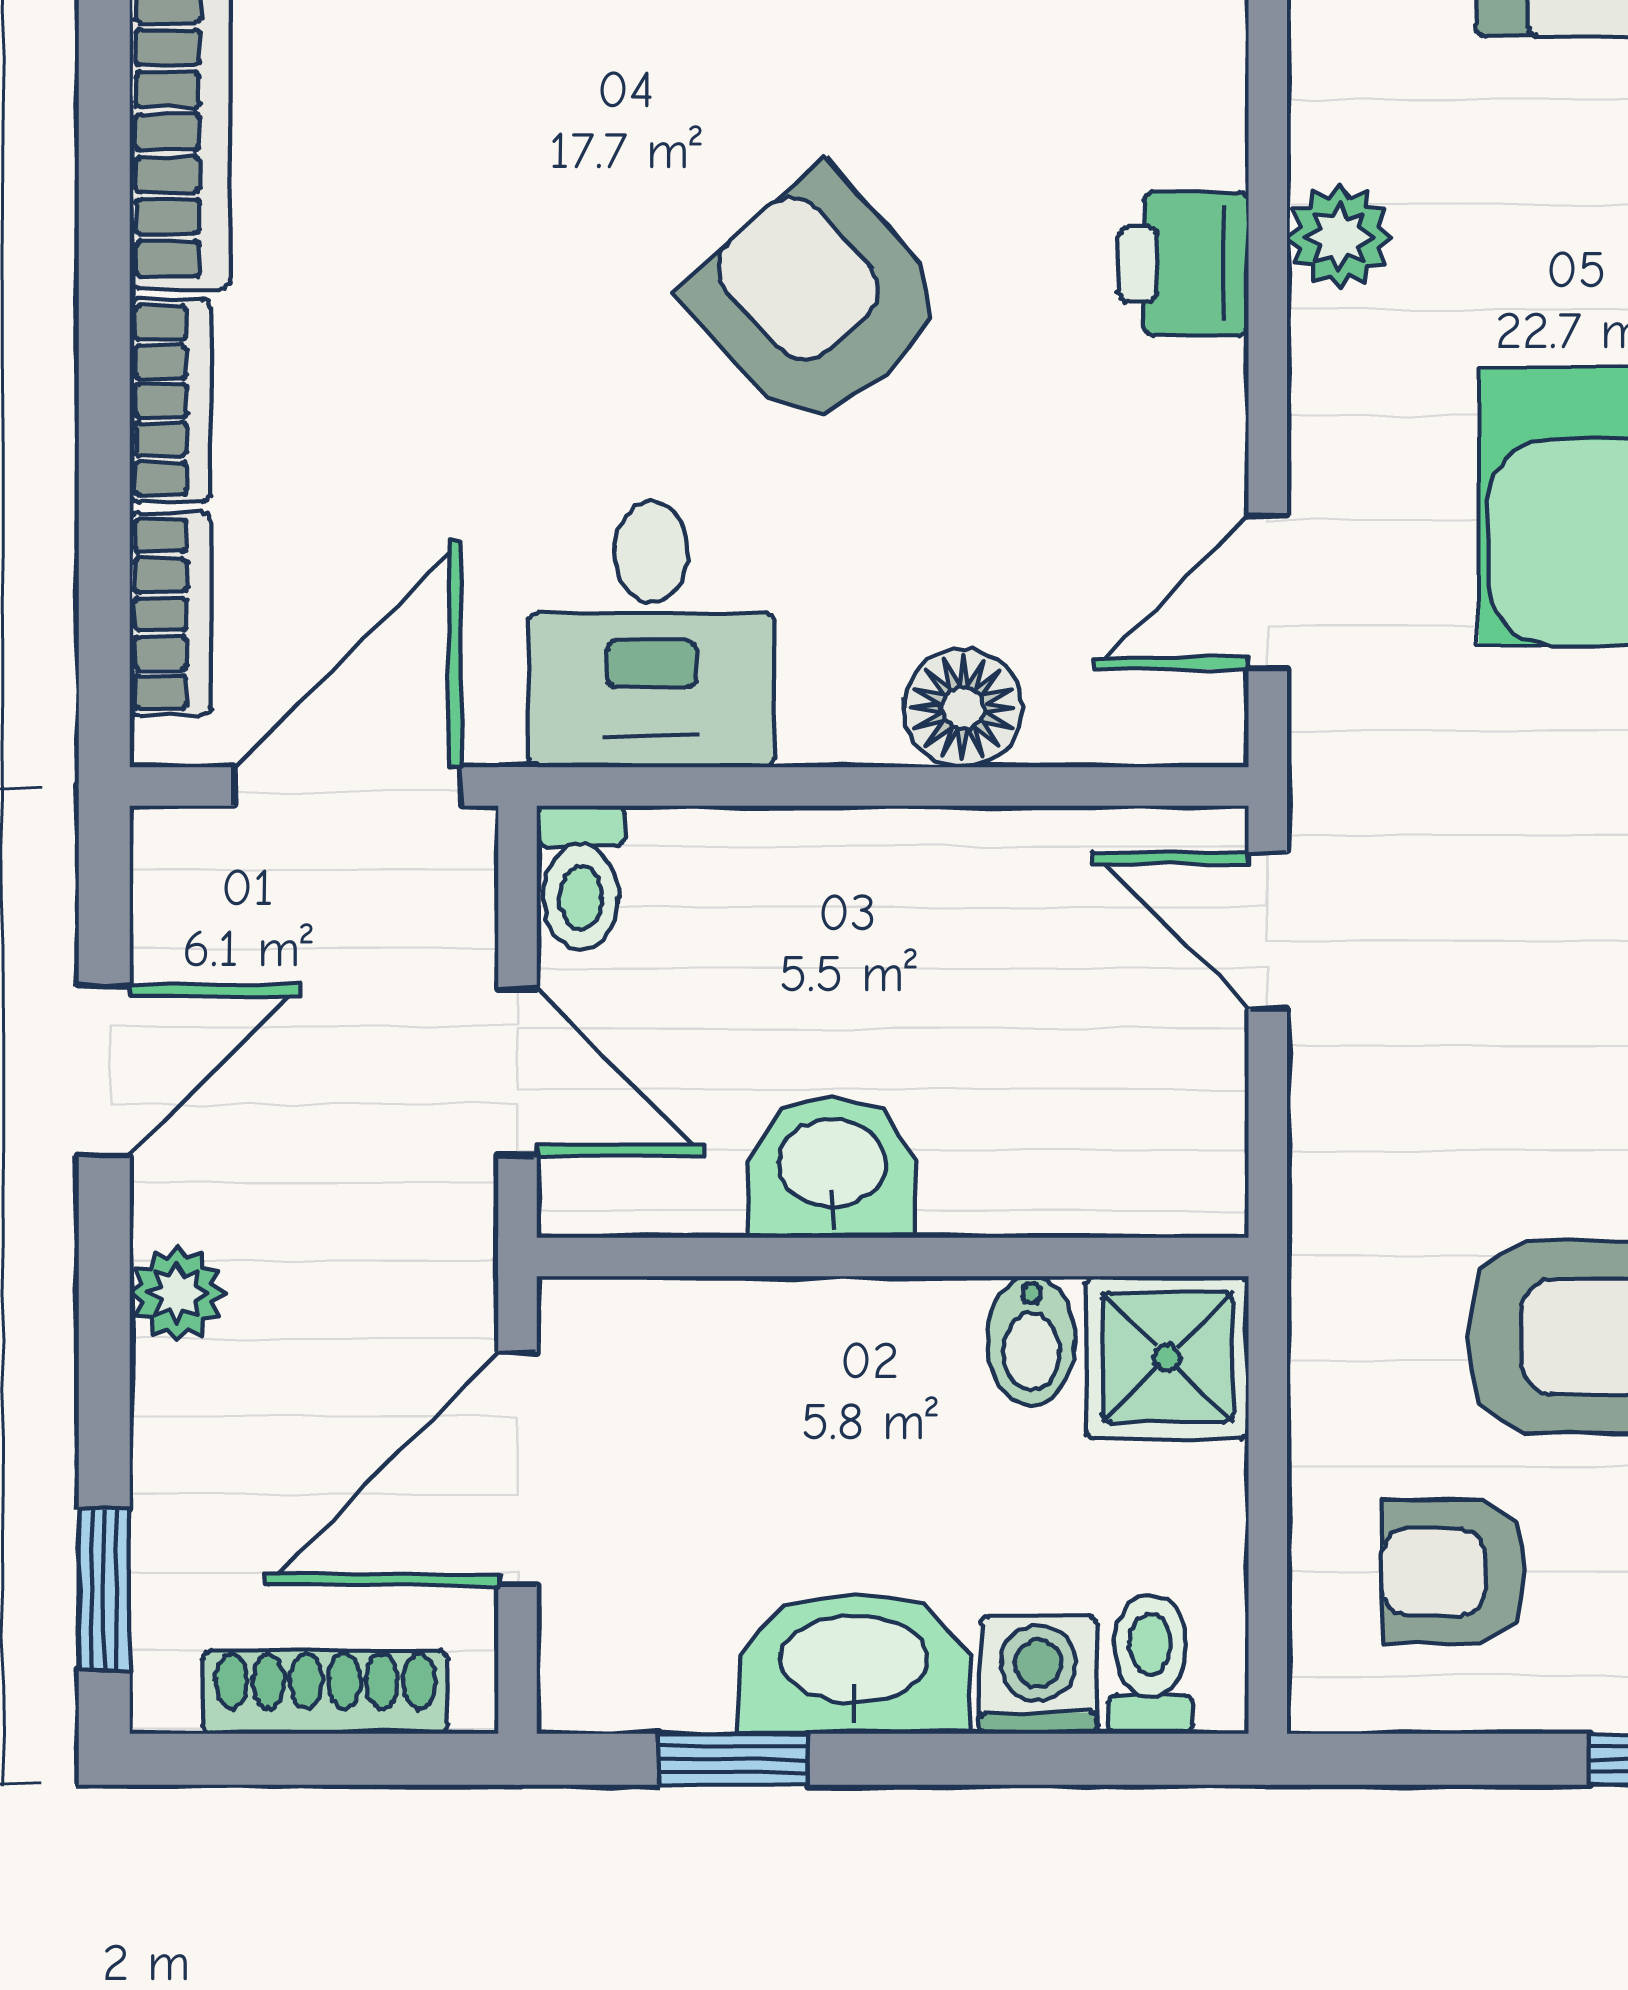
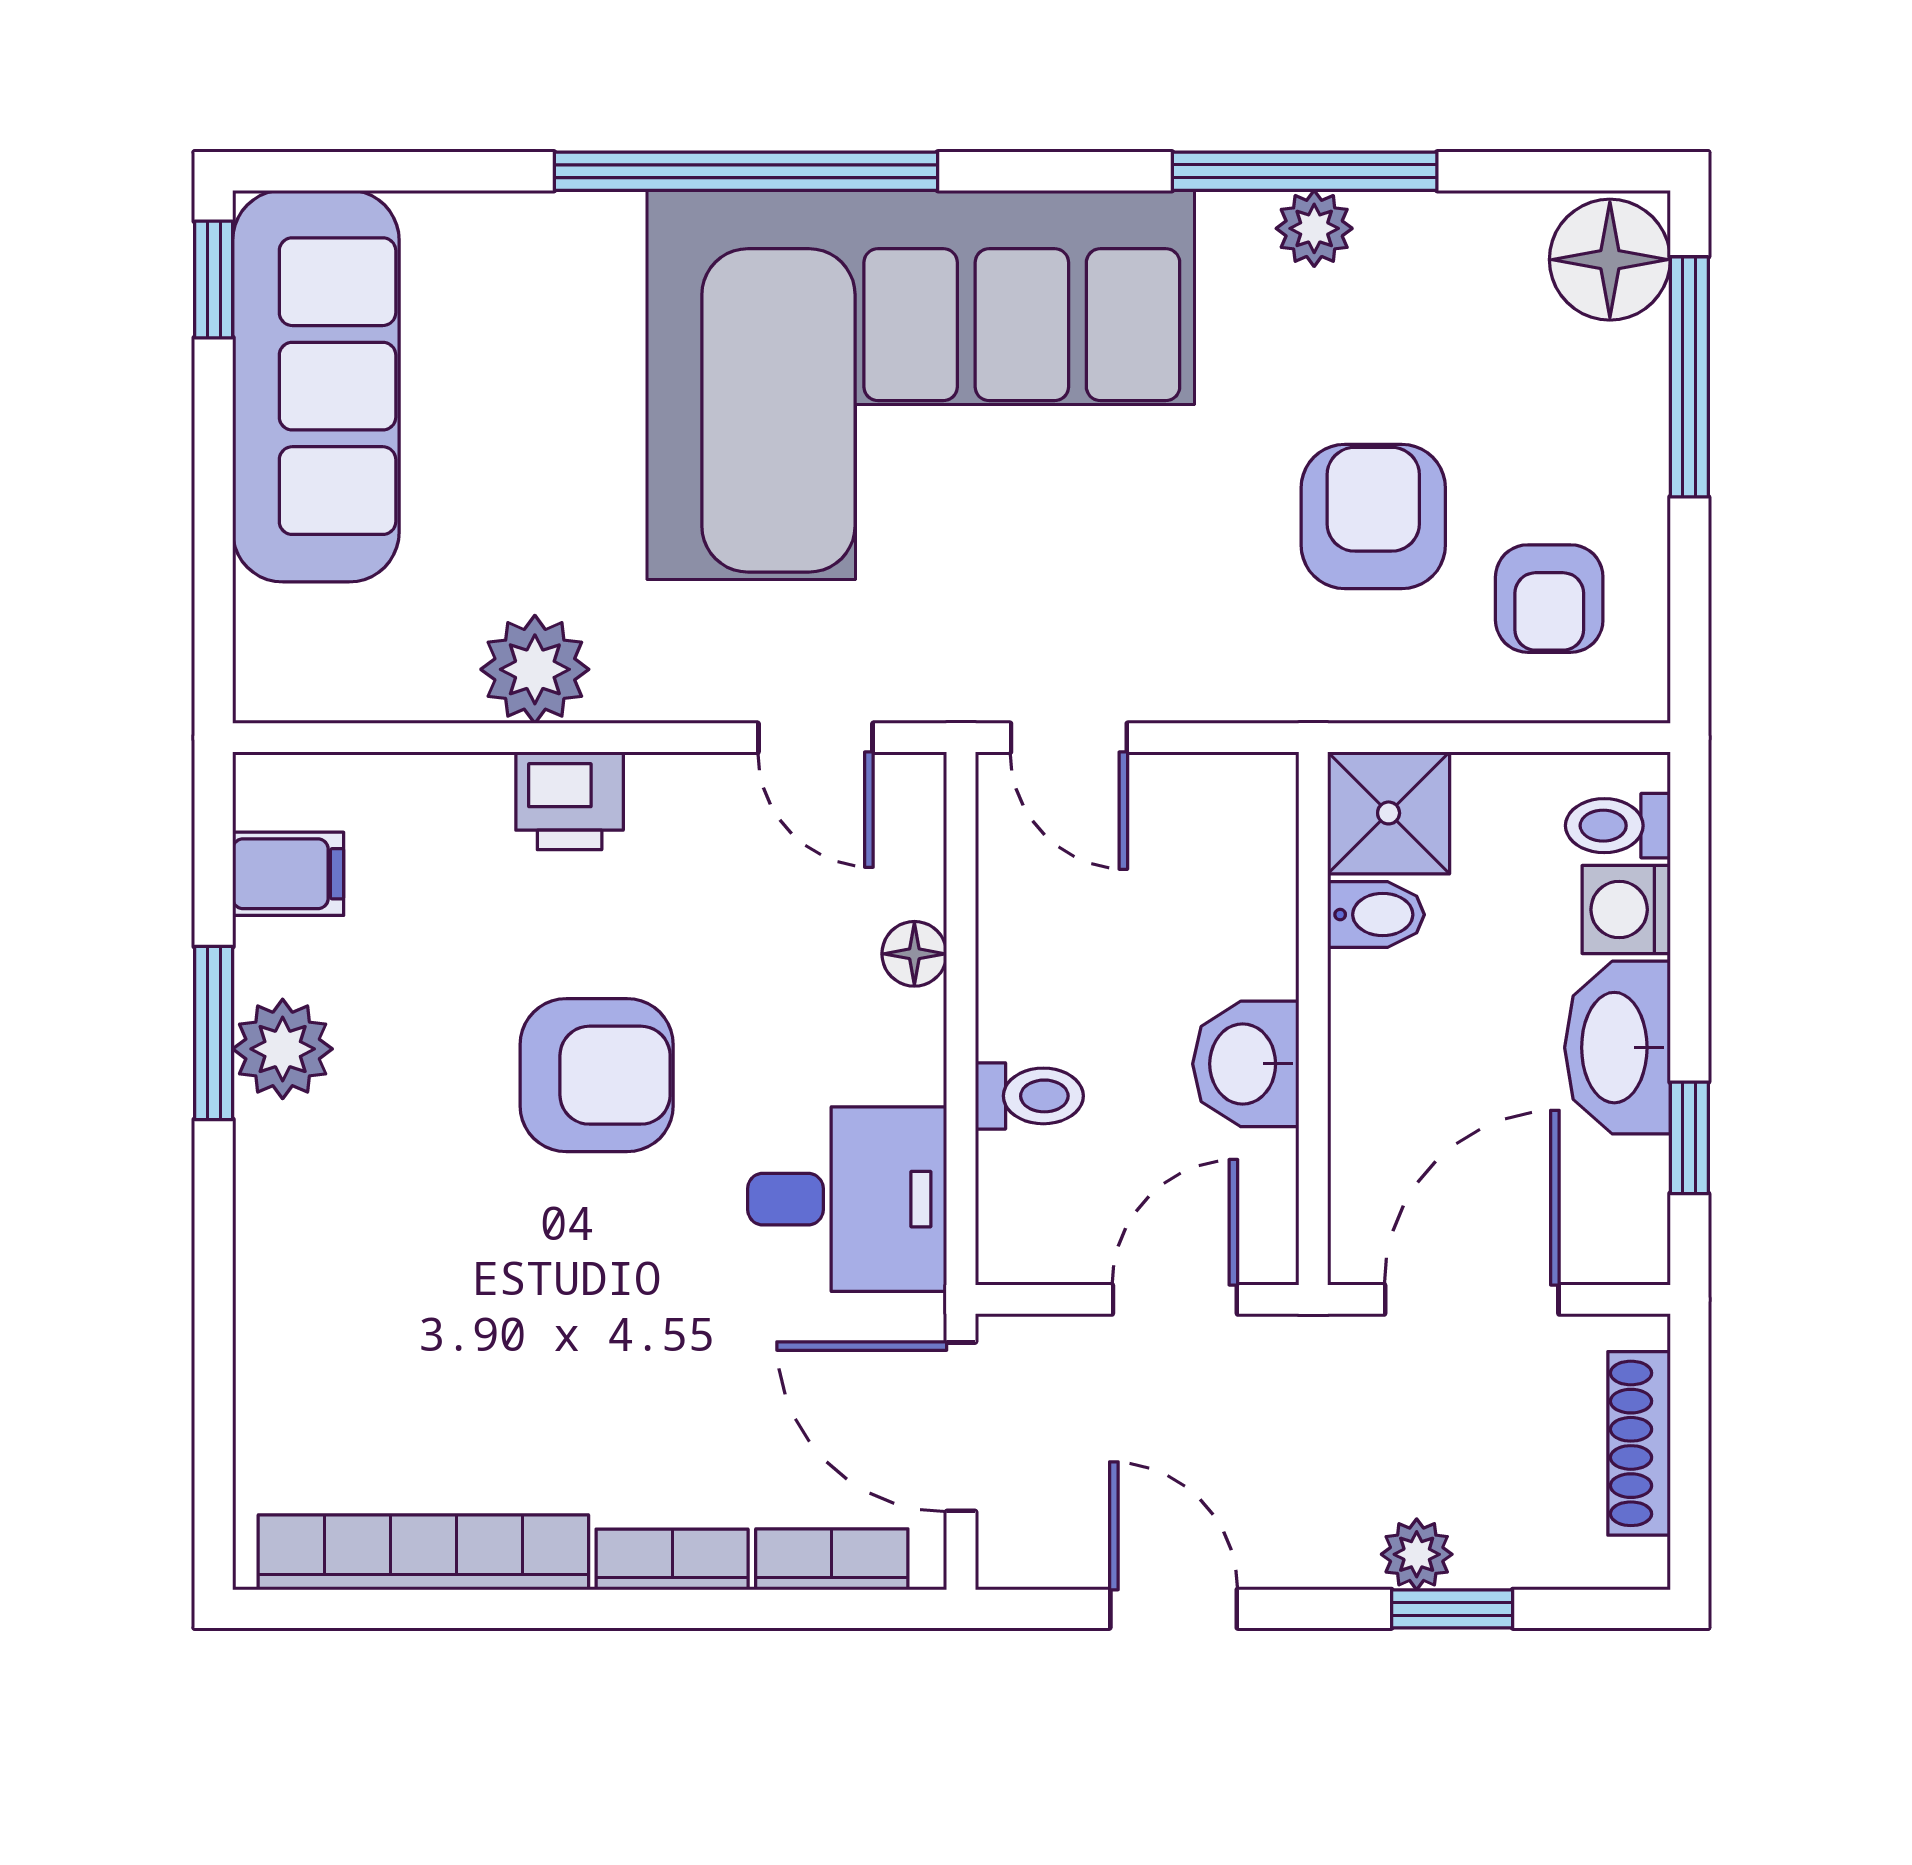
plant: (1339, 237) -> (535, 669), width x1.38, depth x1.38
armchair: (817, 300) -> (597, 1075), turned -138
floor lamp: (963, 708) -> (914, 954), width x0.73, depth x0.73
toilet: (581, 878) -> (1029, 1096), moved
door: (1268, 931) -> (1069, 738), hinge flipped
plant: (177, 1293) -> (1417, 1554), moved
door: (517, 1469) -> (1472, 1299), swing flipped
window: (104, 1590) -> (1452, 1609), moved

